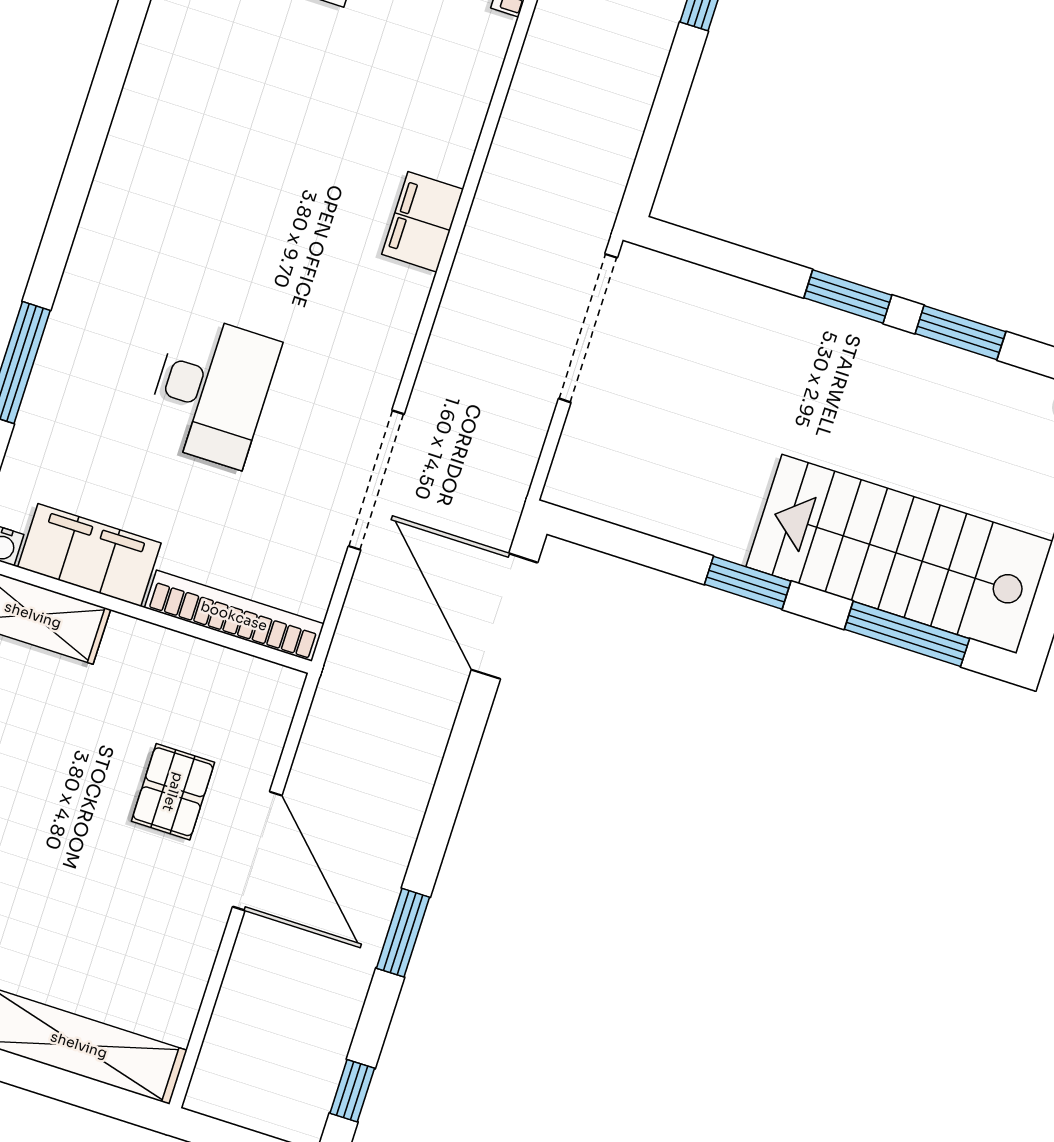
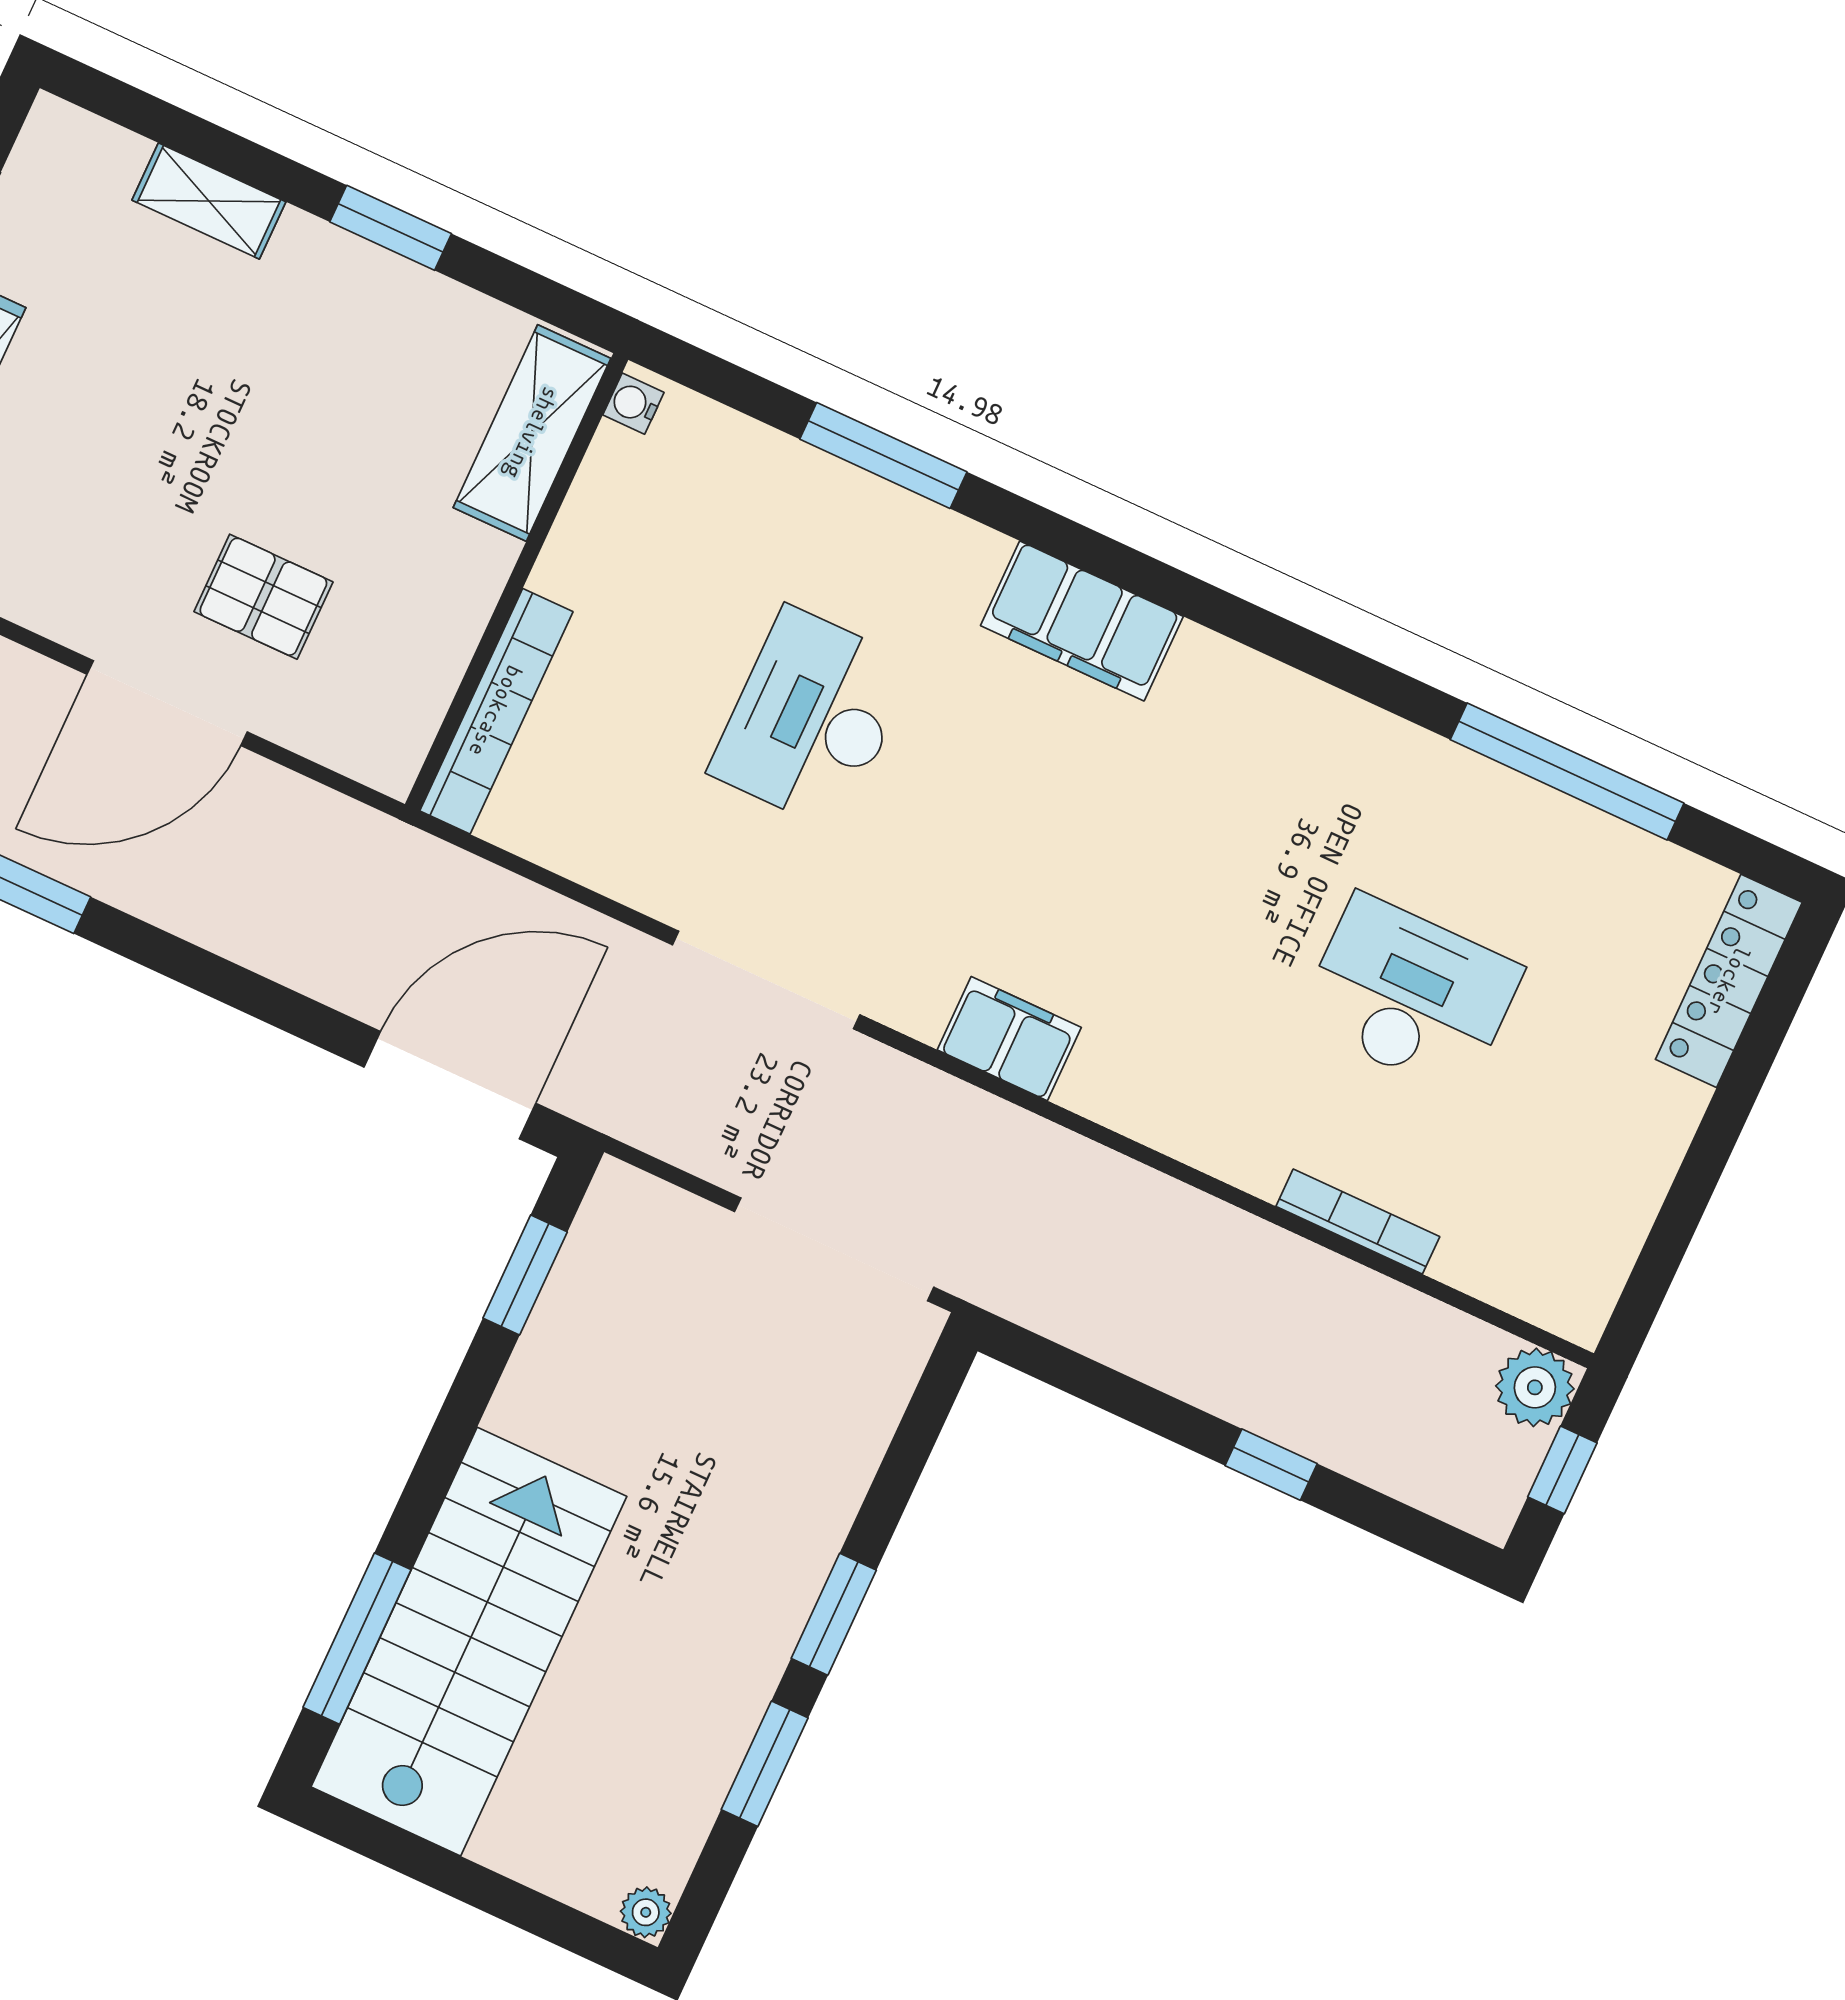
desk: (212, 390) -> (812, 718), turned 90
doorway: (376, 480) -> (766, 980), moved
filing cabinet: (89, 555) -> (1082, 621), moved, turned 90
window: (748, 583) -> (525, 1275), moved

